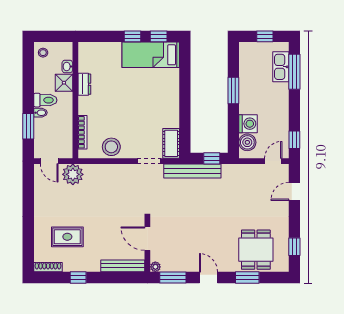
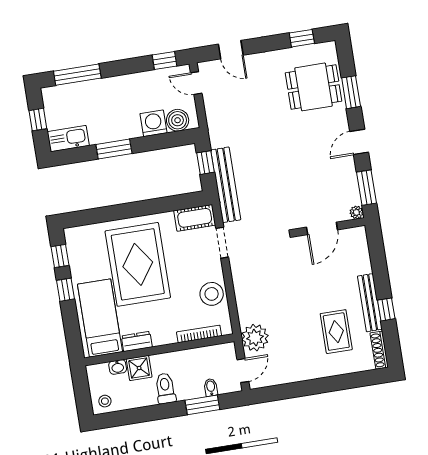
bed: (151, 55) -> (100, 318), moved, turned 180
kitchen sink: (281, 67) -> (68, 139), moved, turned 180
rug: (143, 94) -> (138, 264), added
bidet: (40, 113) -> (211, 387), moved
bench: (123, 266) -> (370, 303), moved

